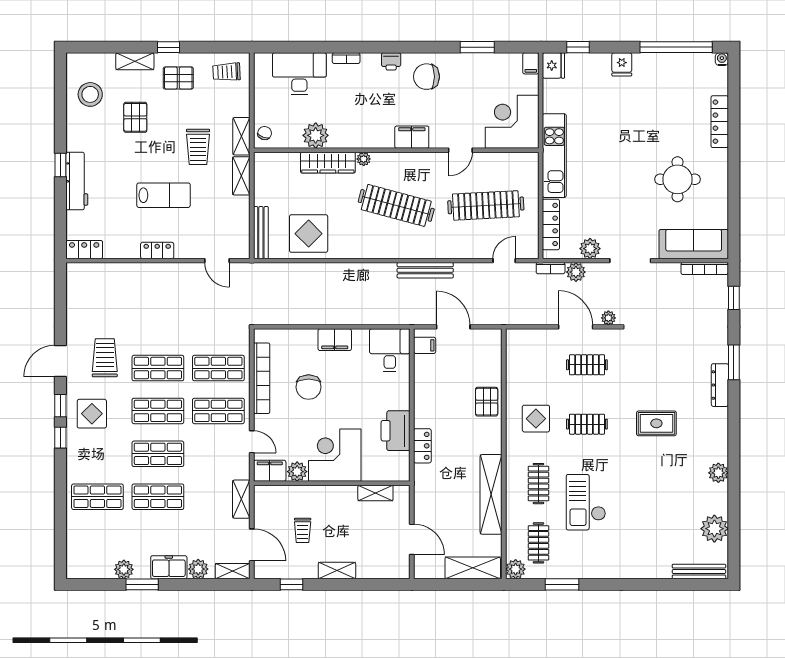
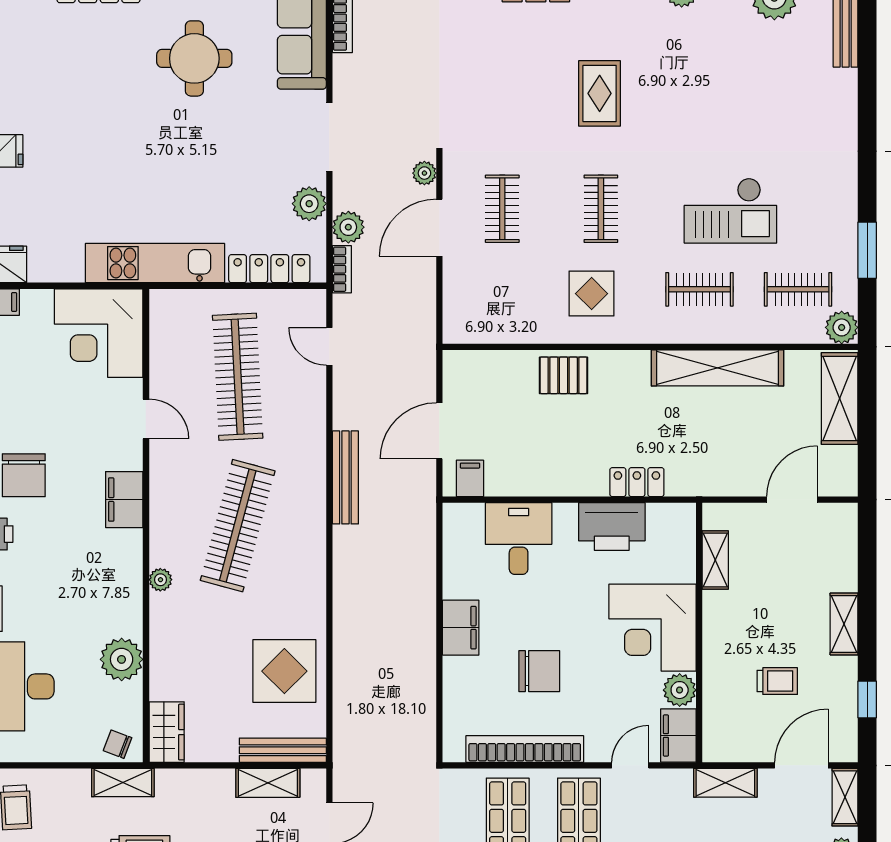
wardrobe: (328, 163) -> (167, 732), moved, width x0.67
shelving: (241, 176) -> (268, 783), moved
desk: (390, 350) -> (519, 539), moved, turned 90

